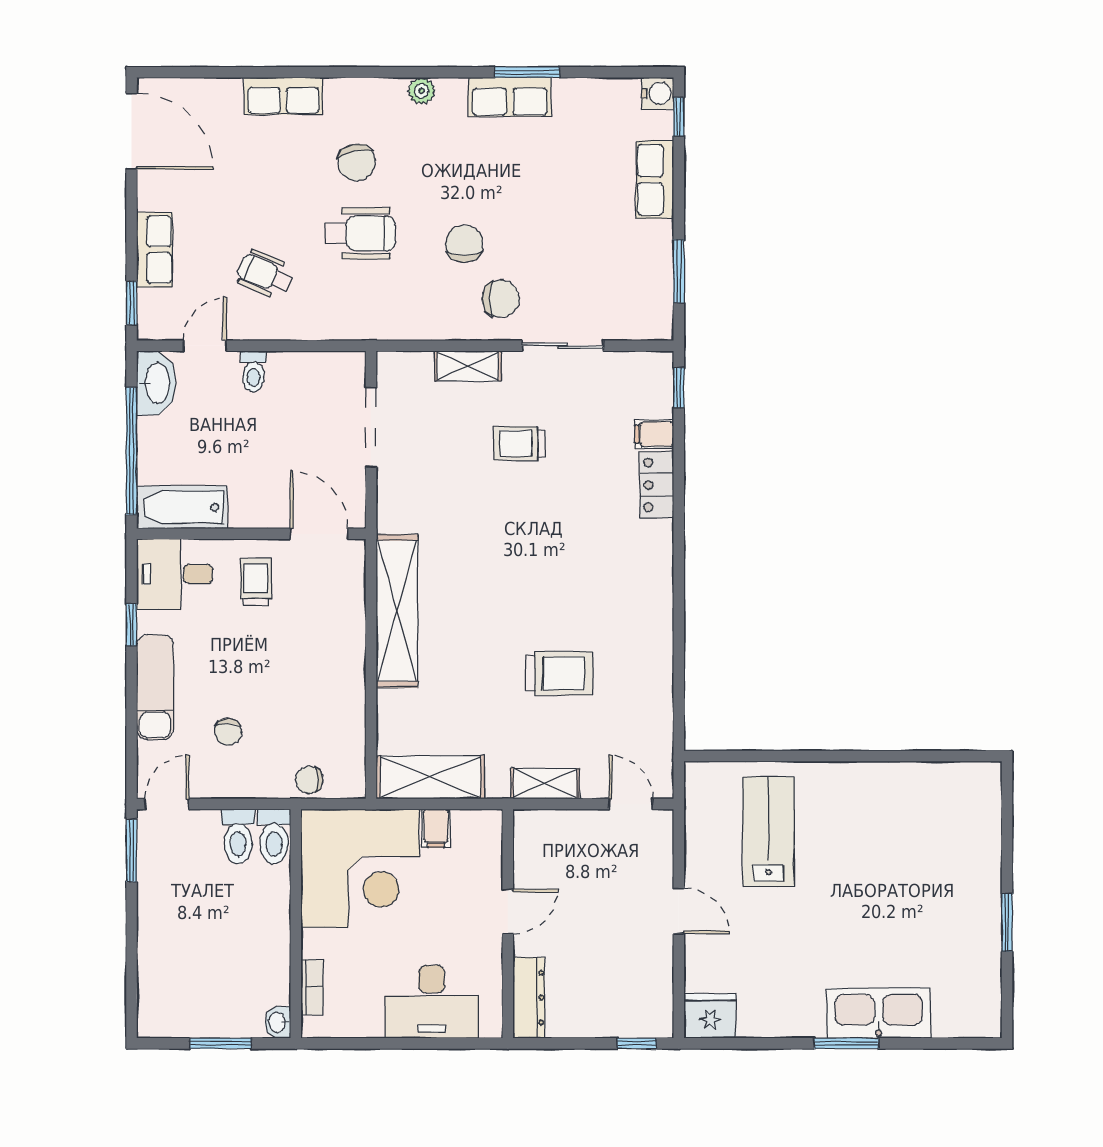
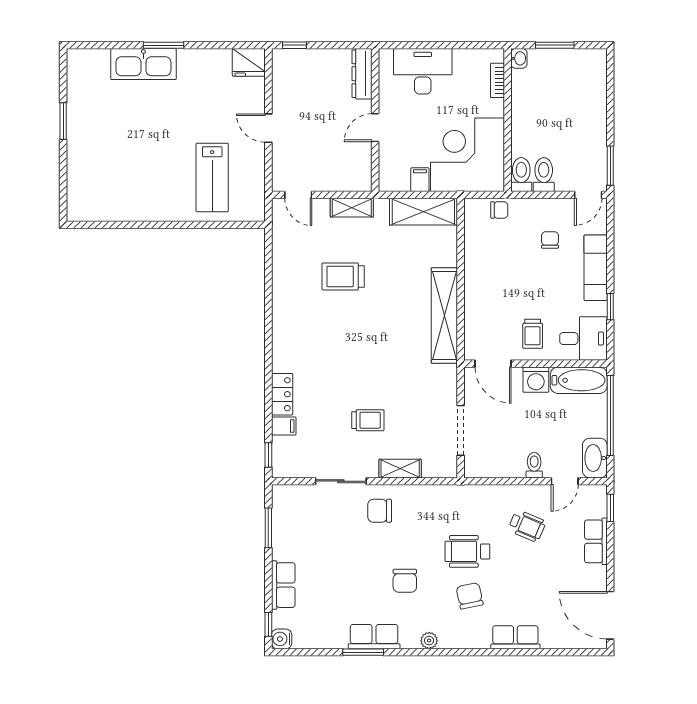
chair: (464, 244) -> (405, 581), moved
washing machine: (251, 508) -> (536, 380), added

